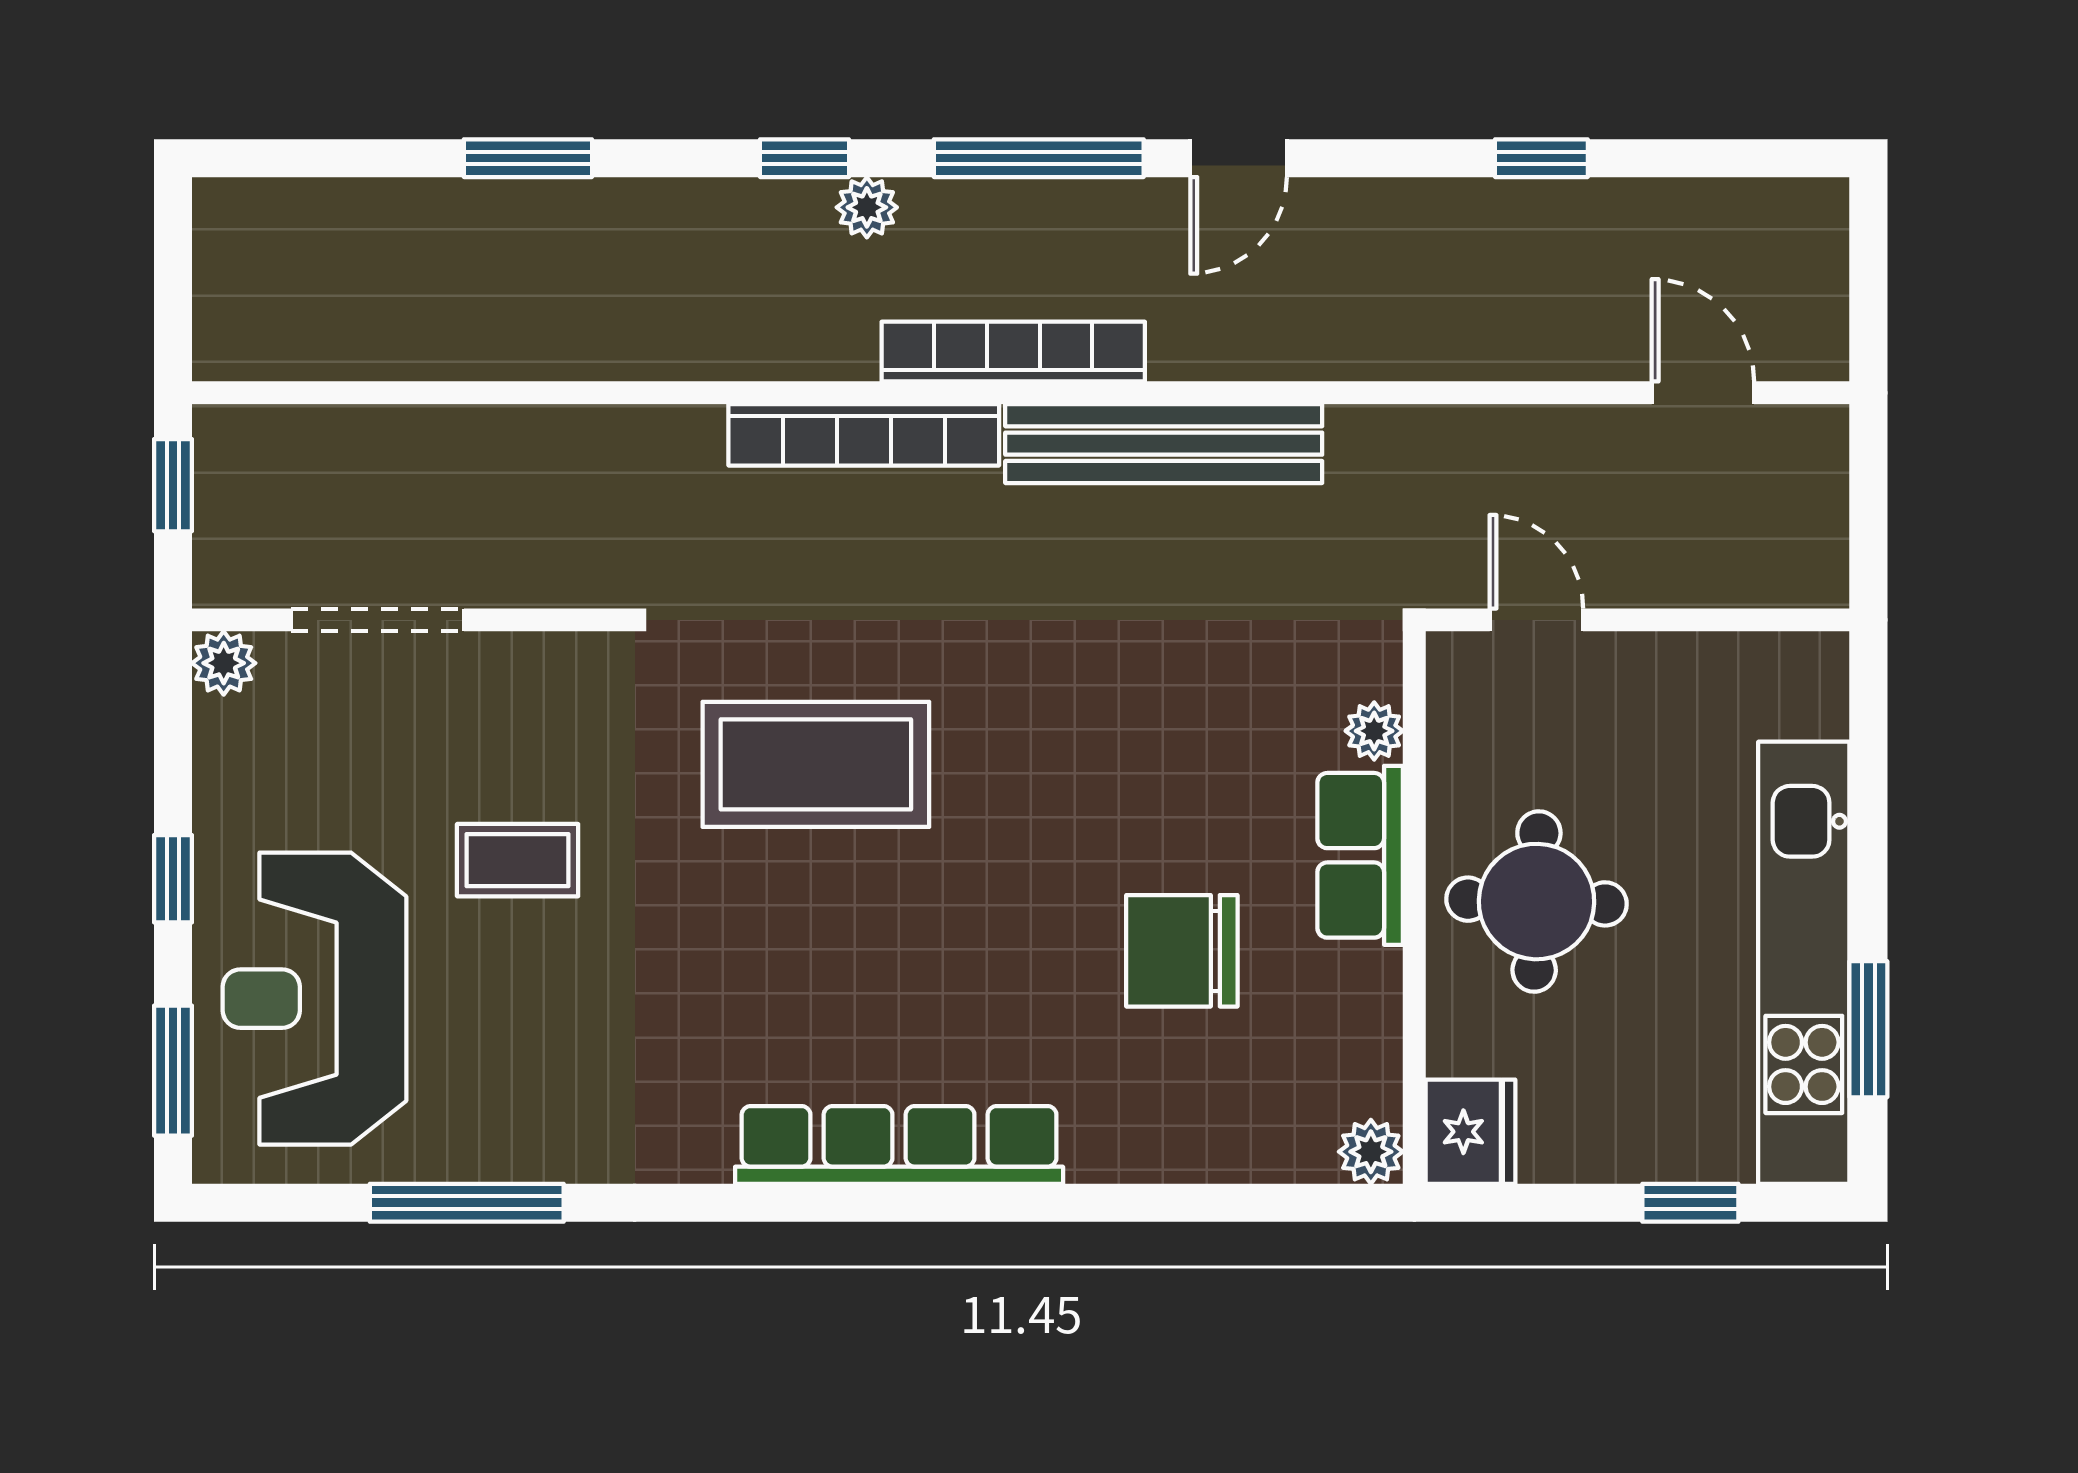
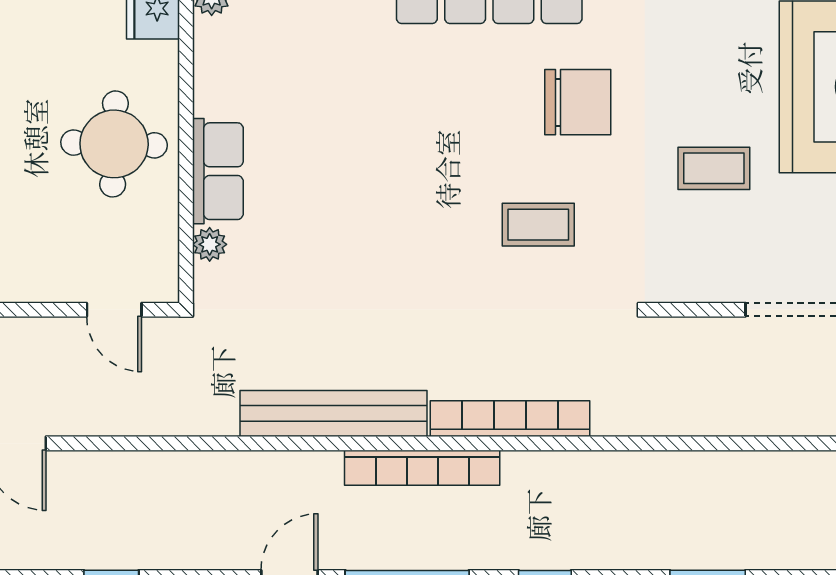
plant: (867, 207) -> (508, 553), removed
coffee table: (816, 764) -> (538, 225), width x0.54, depth x0.58
chair: (1182, 951) -> (578, 102), moved

